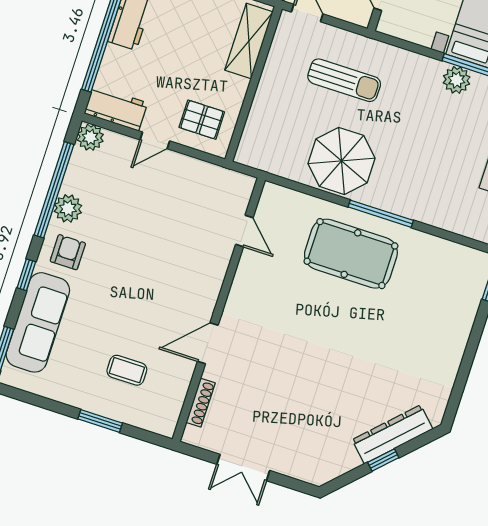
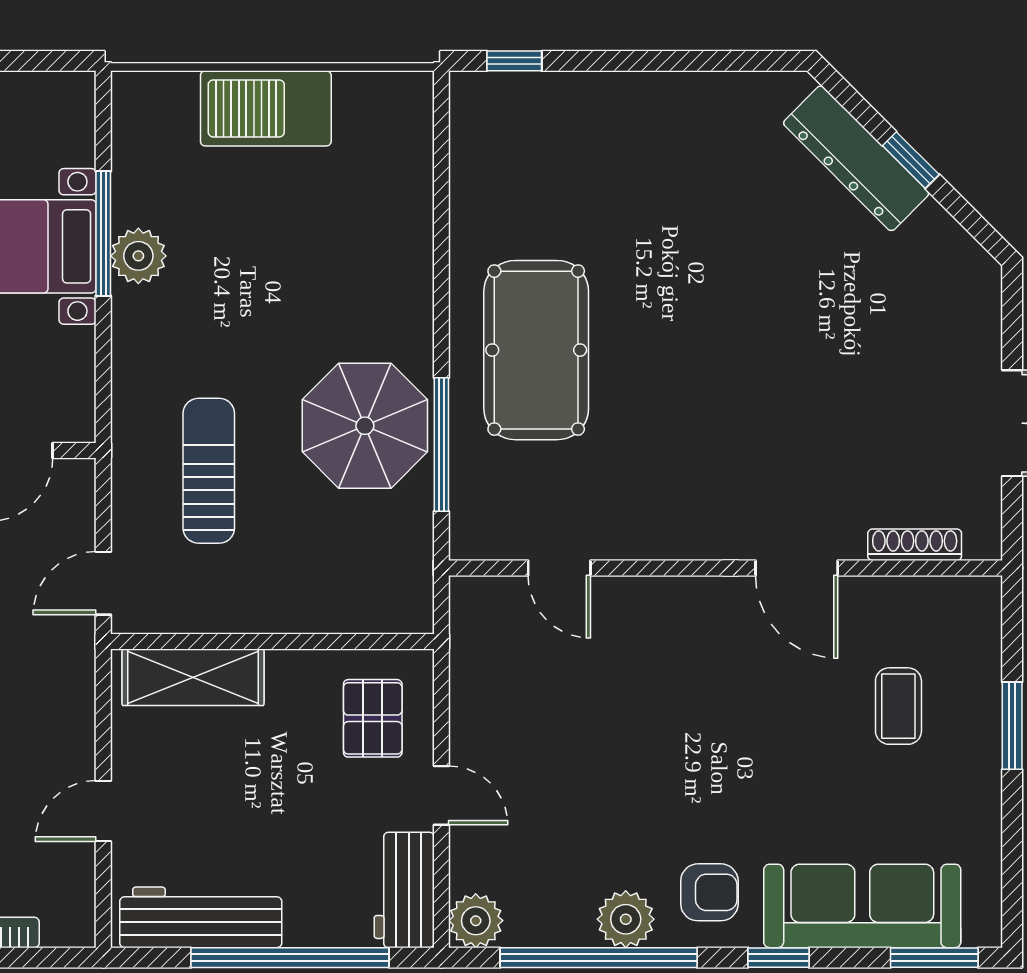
window: (381, 214) -> (441, 444), moved
door: (244, 231) -> (559, 568), swing flipped
armchair: (68, 252) -> (709, 892), turned 180

